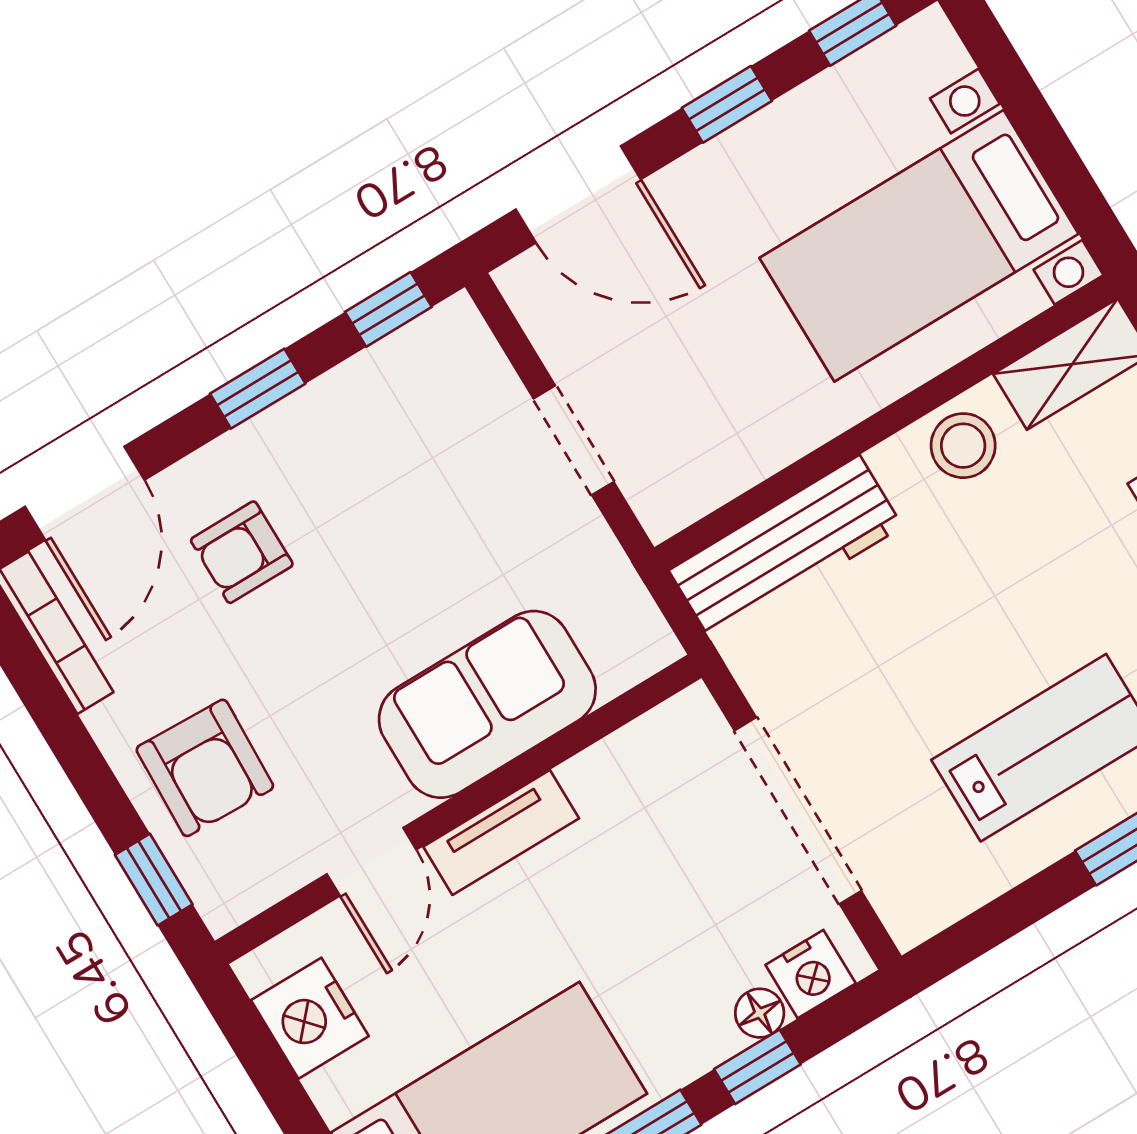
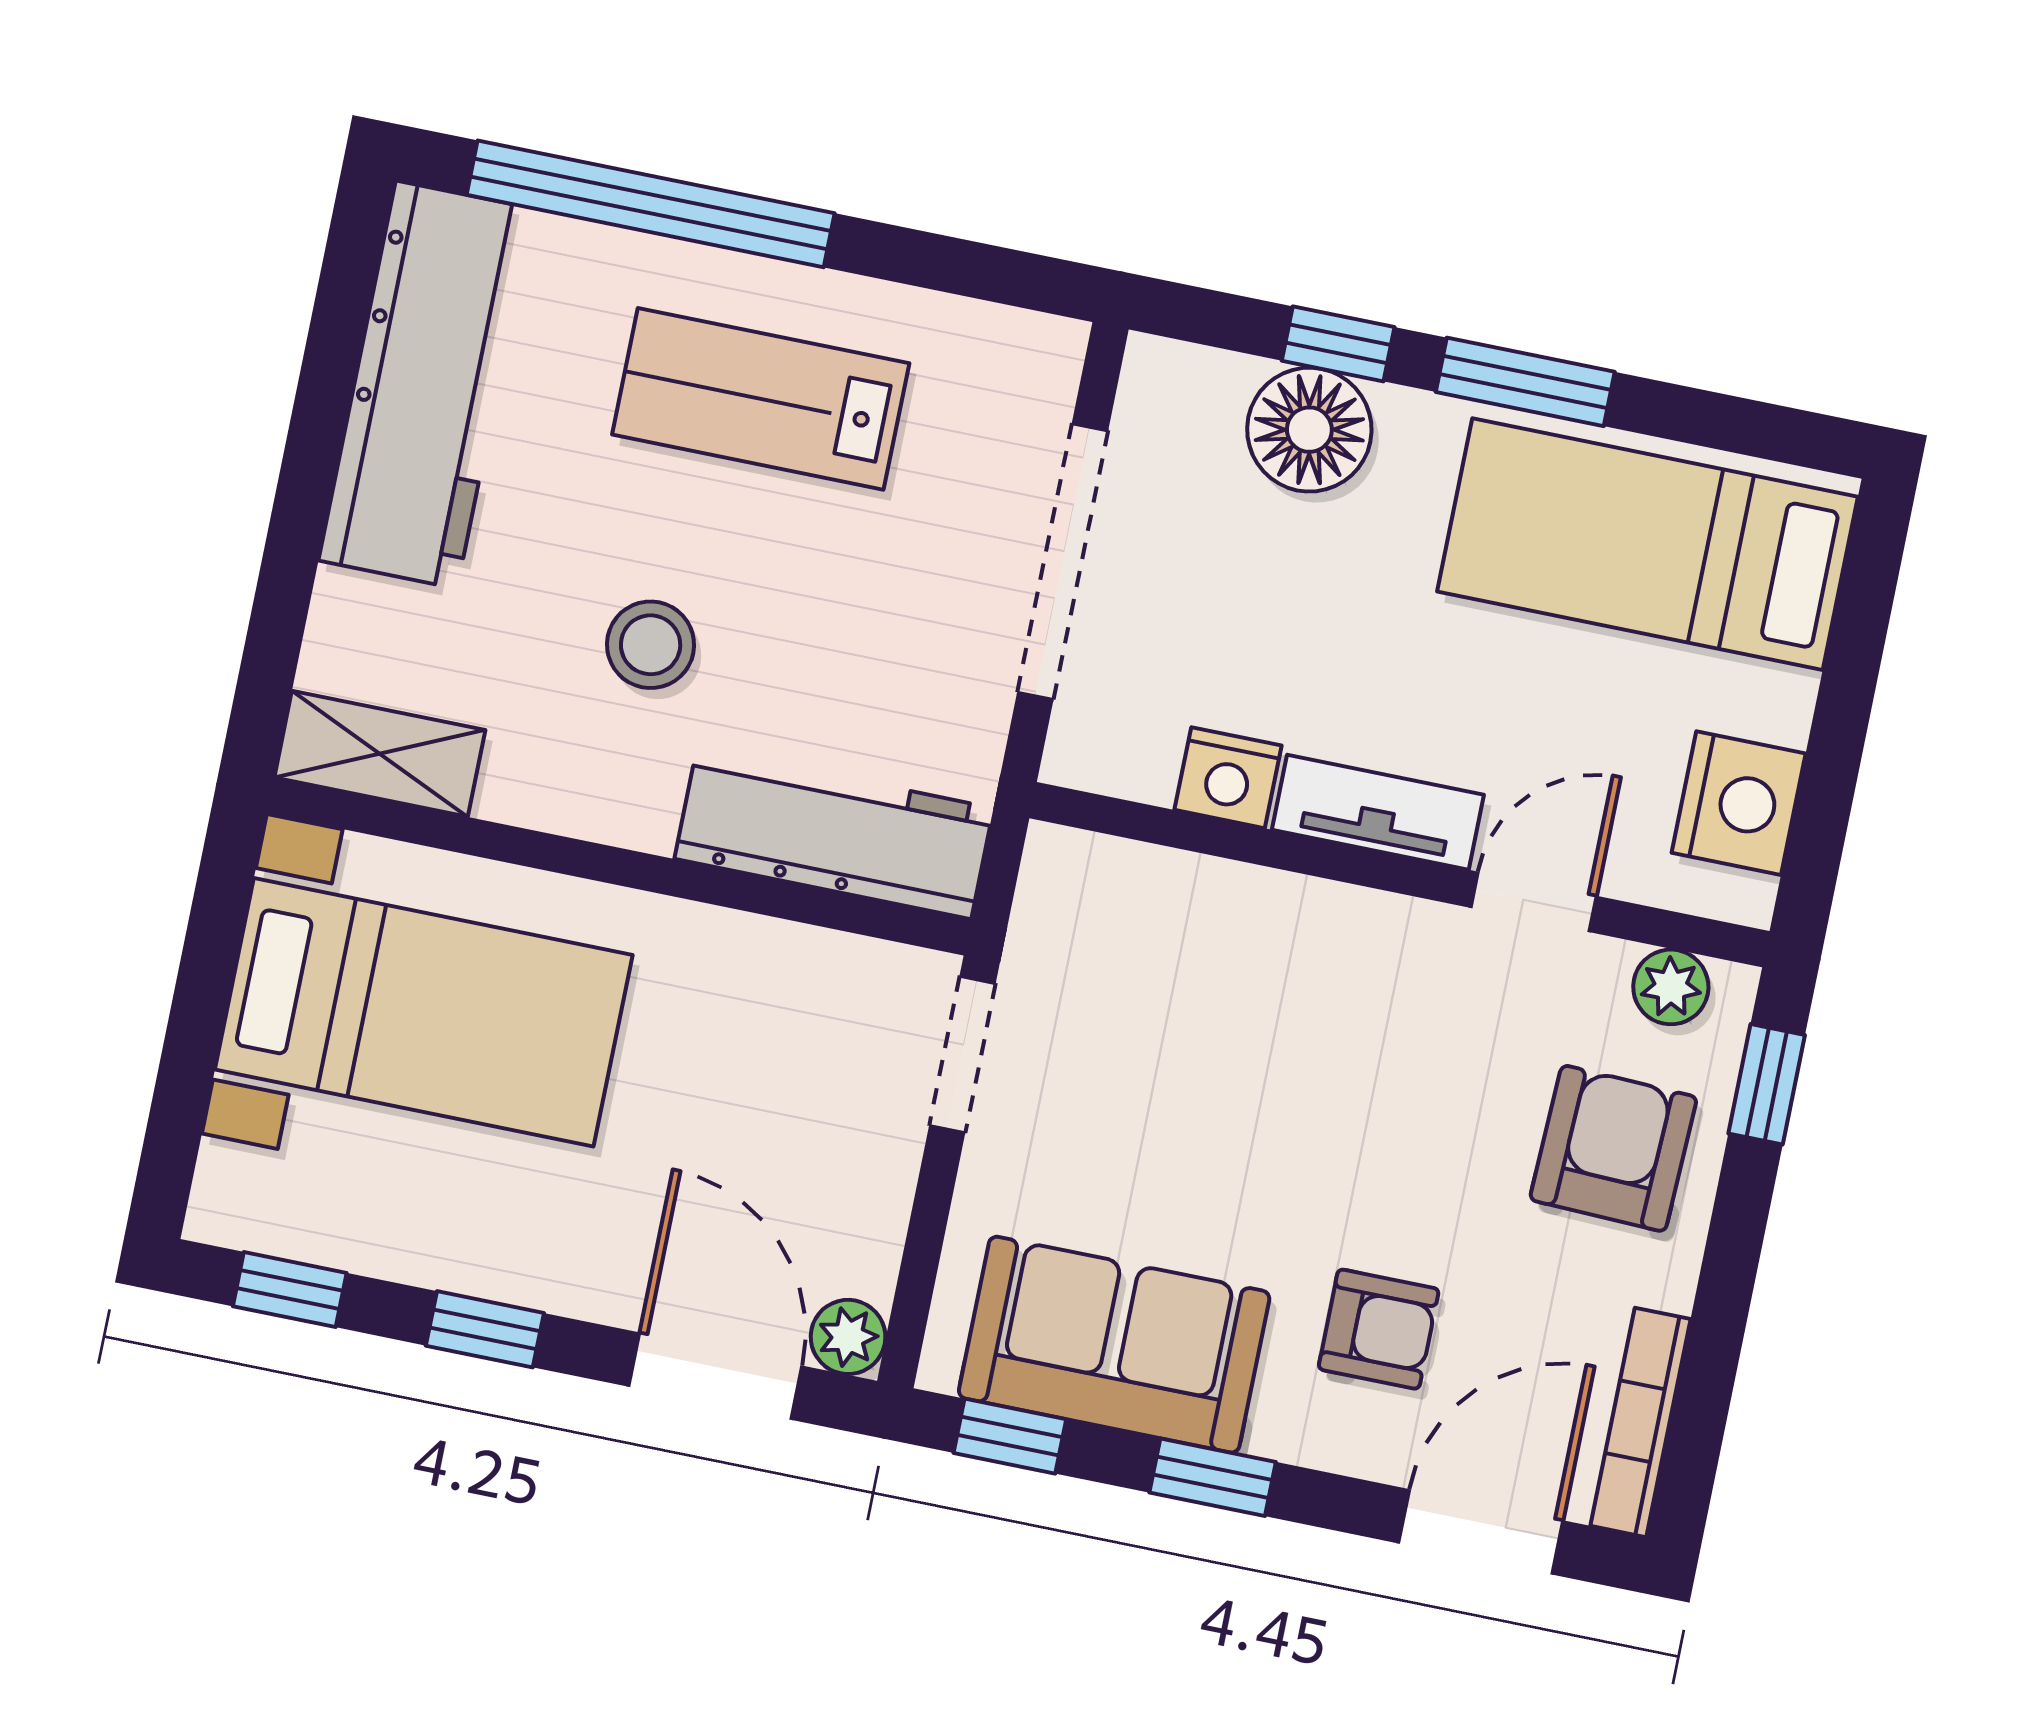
plant: (526, 282) -> (848, 1337), added
doorway: (574, 440) -> (962, 1054), moved
stool: (963, 446) -> (651, 645), moved
sofa: (487, 704) -> (1114, 1345), moved, turned 180
plant: (255, 884) -> (1671, 987), added
nightstand: (811, 974) -> (1228, 778), moved, turned 180
floor lamp: (760, 1013) -> (1309, 430), width x1.89, depth x1.89

